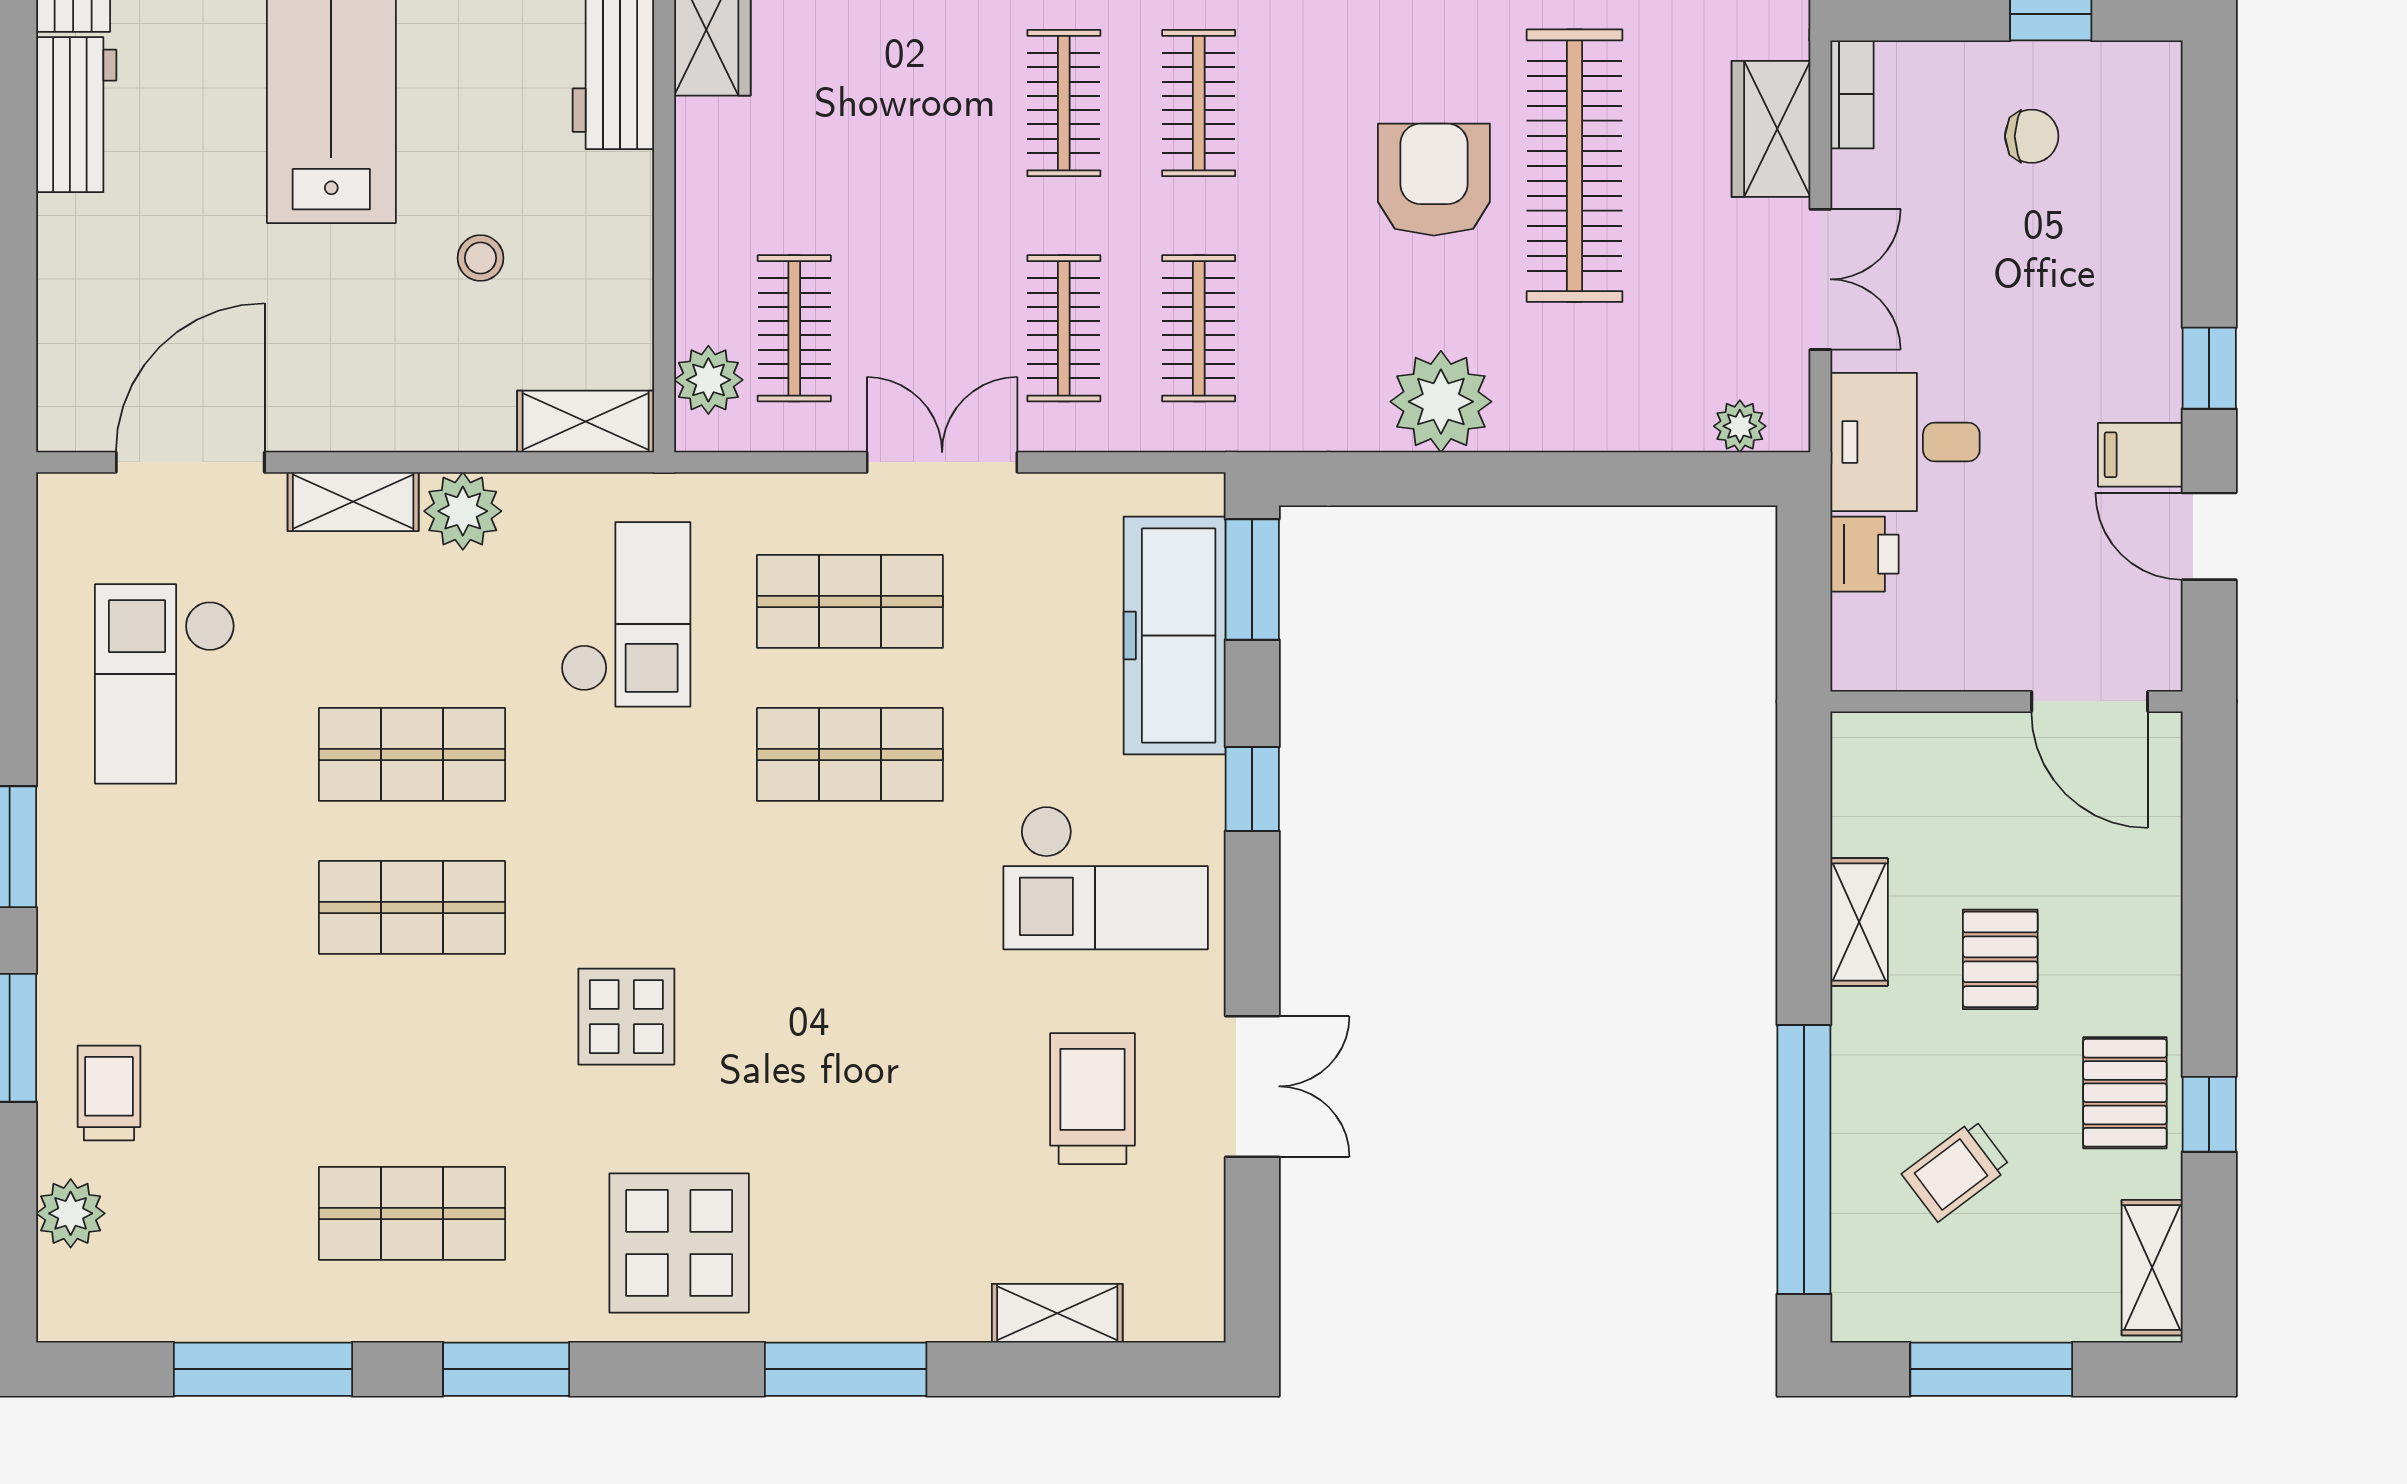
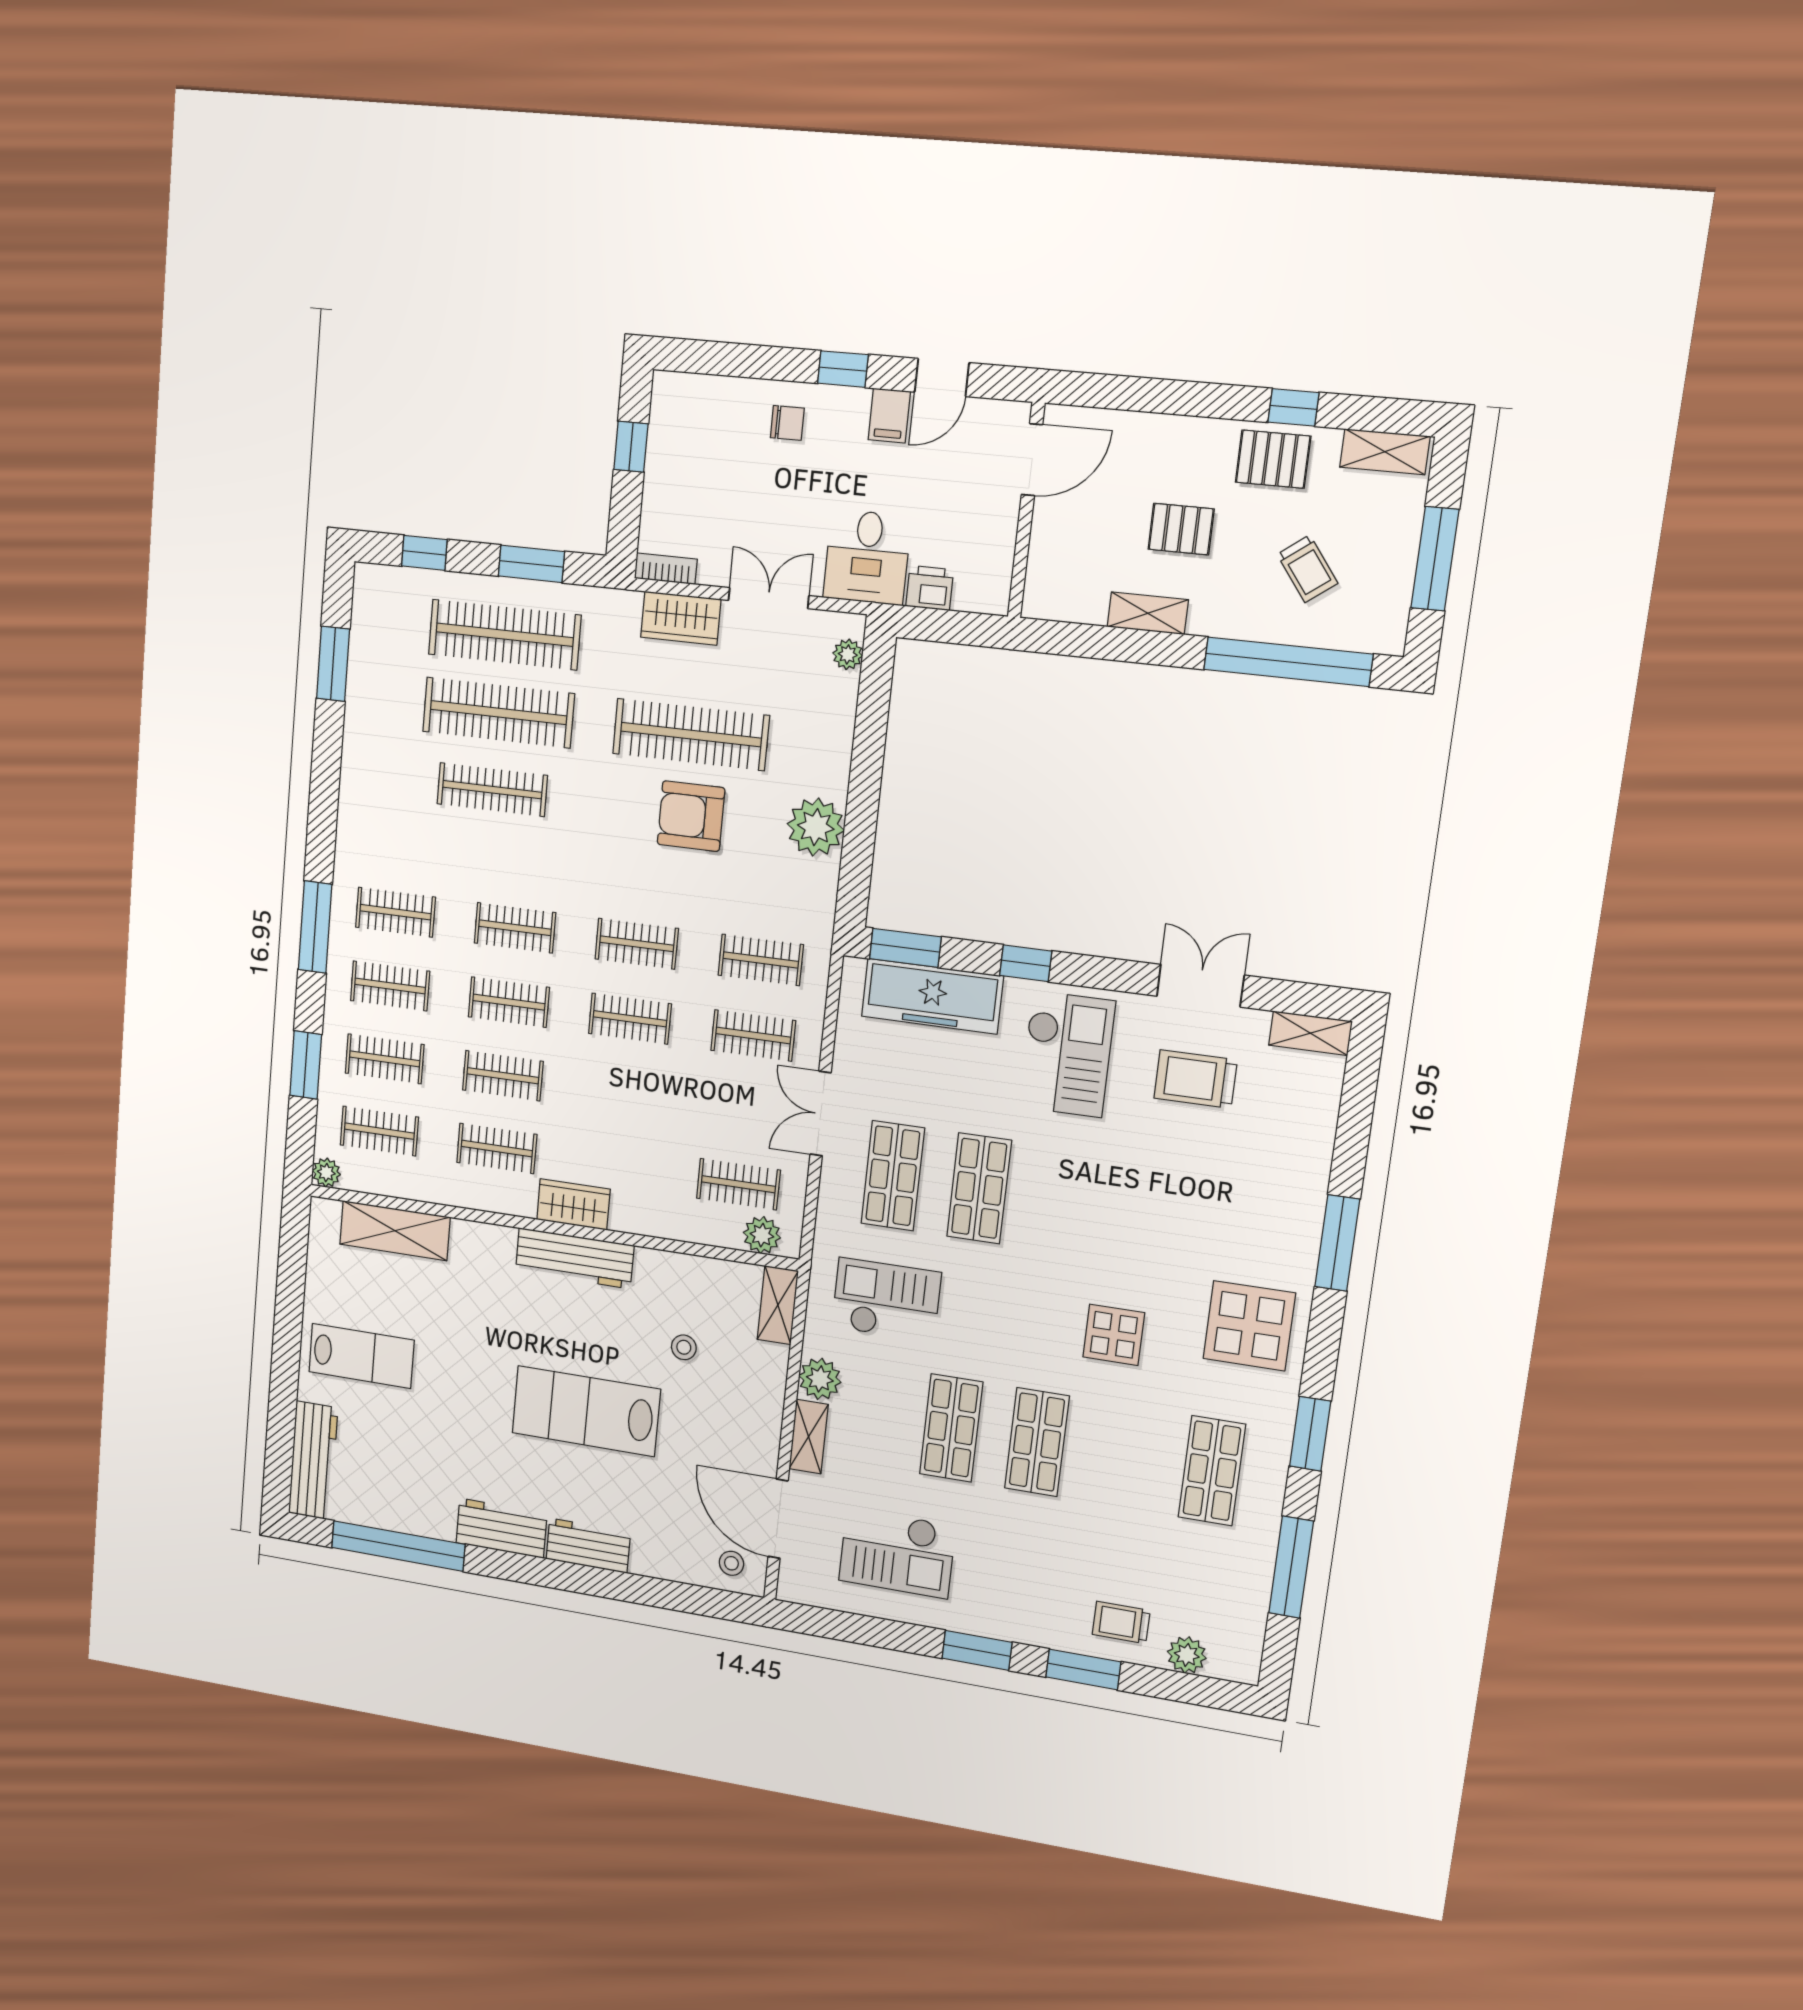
chair: (2032, 136) -> (787, 423), moved, turned 90
stool: (91, 385) -> (731, 1563), added
shelving: (1057, 1313) -> (1310, 1033), moved, turned 90

